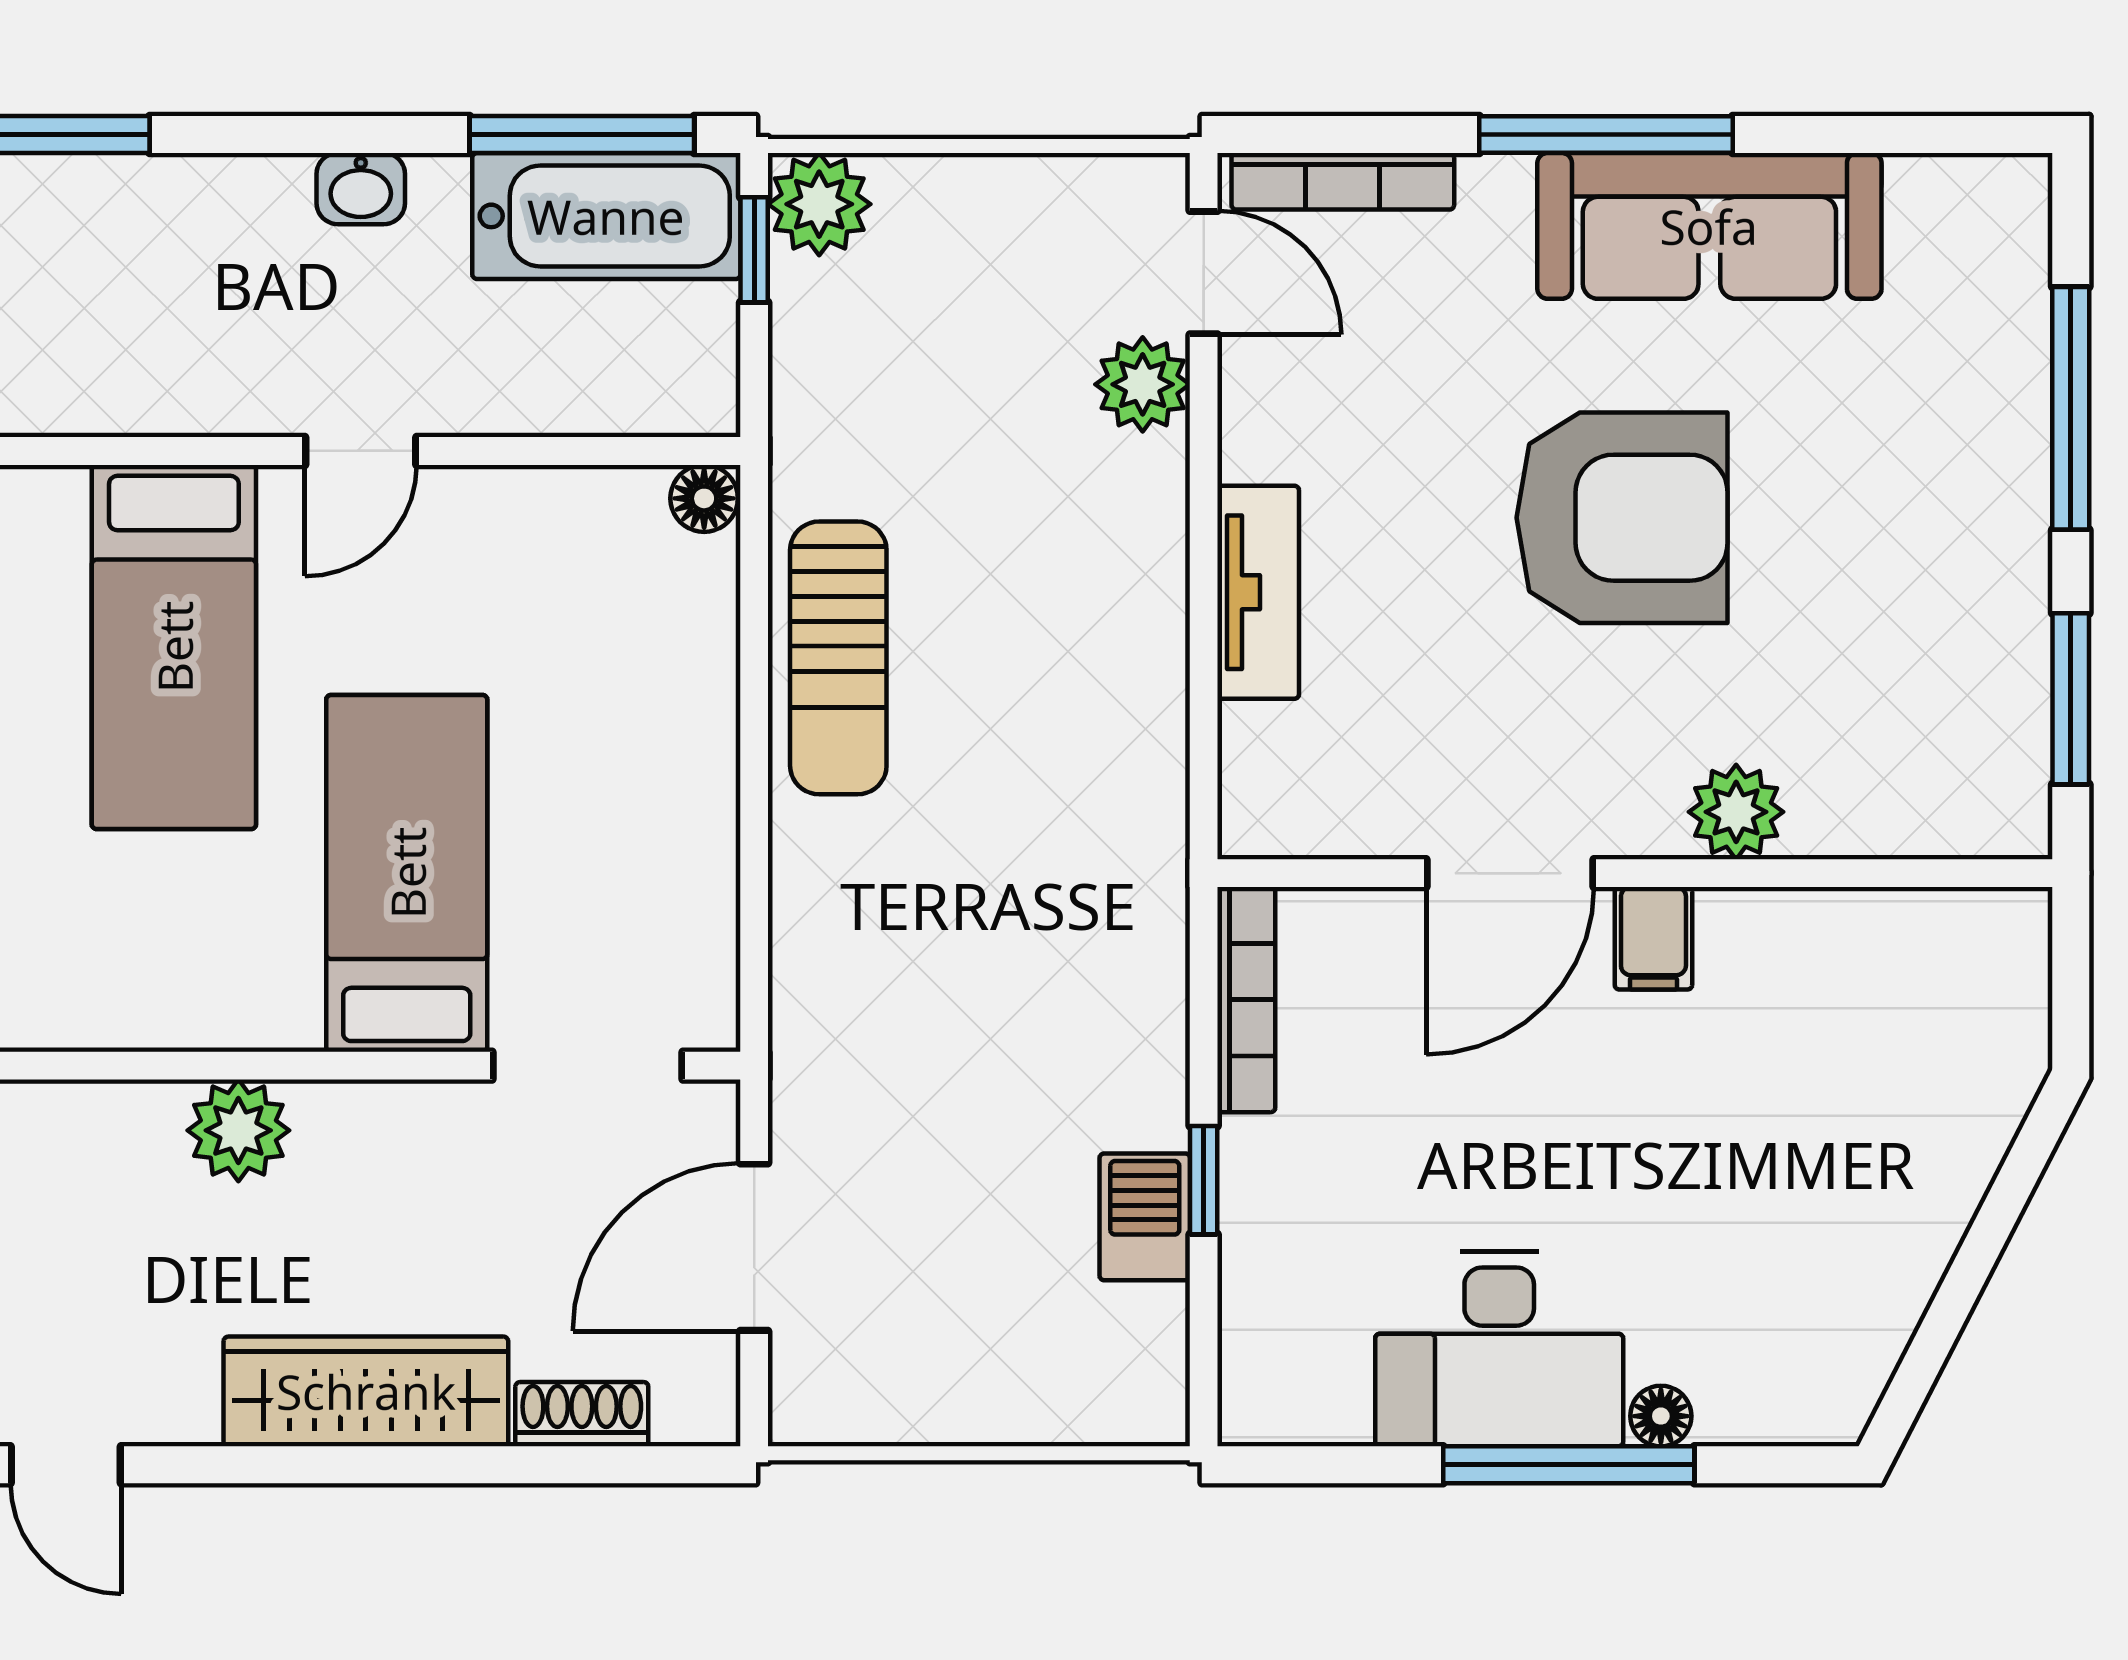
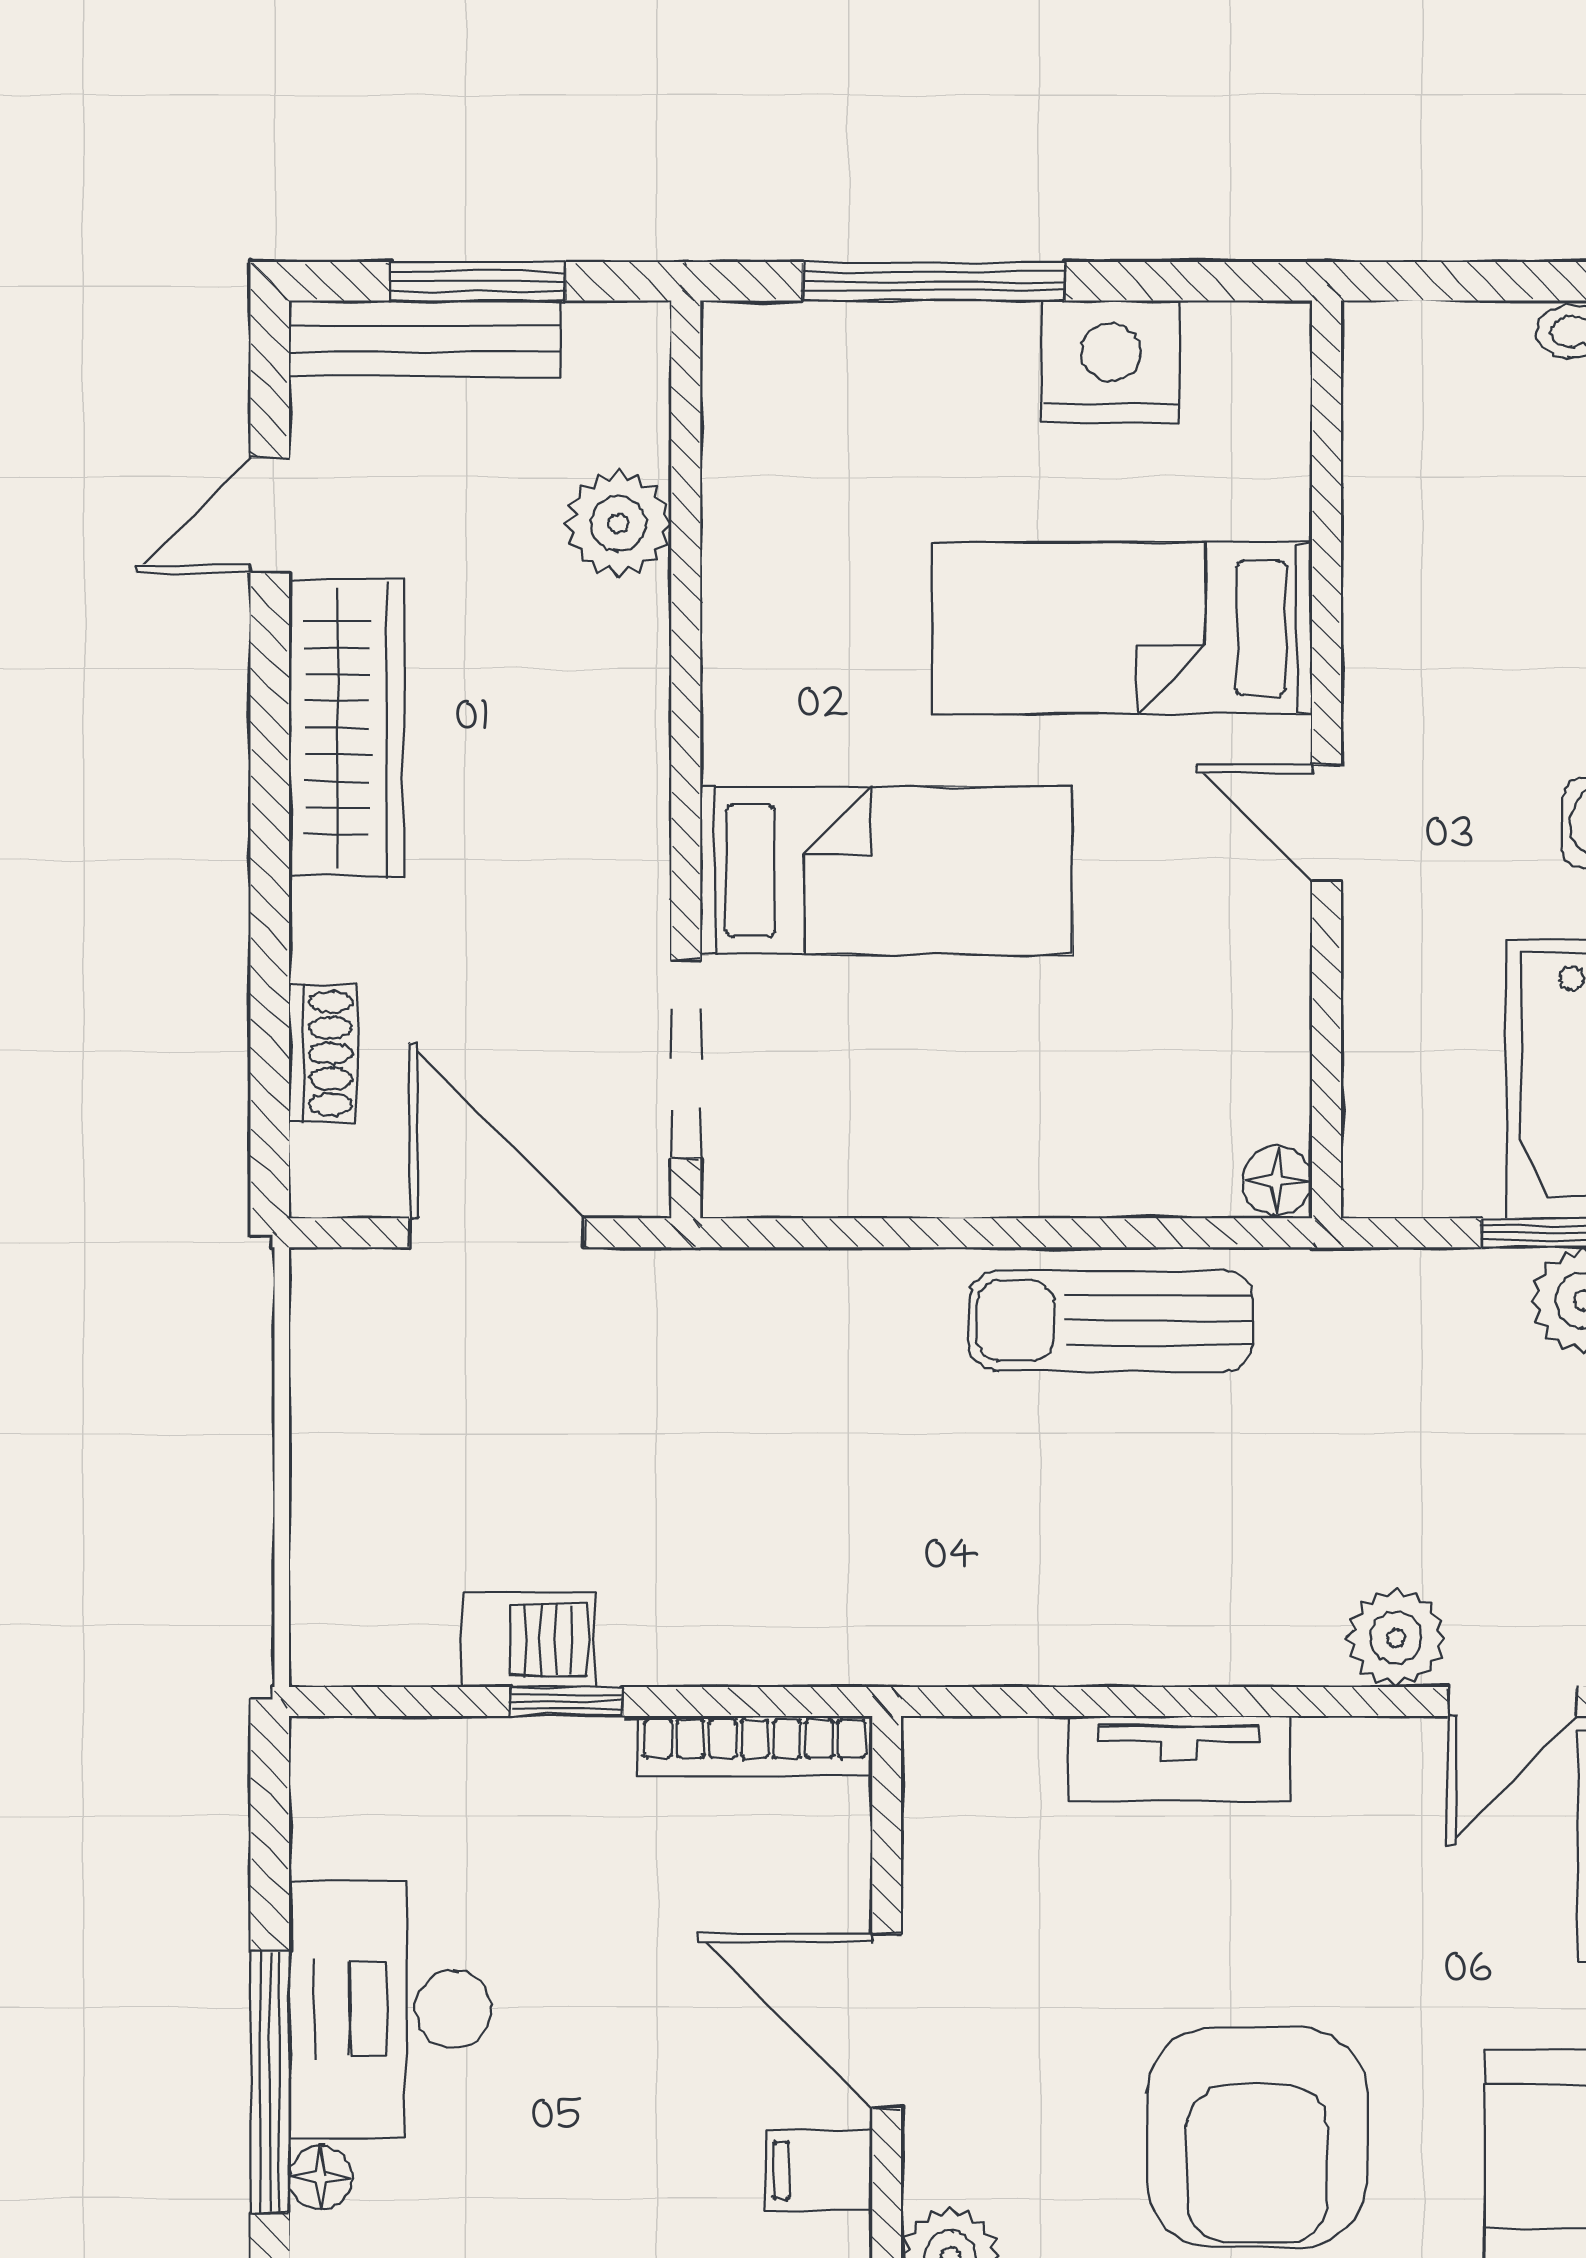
plant: (238, 1130) -> (618, 524), moved
wardrobe: (366, 1391) -> (346, 728), moved

